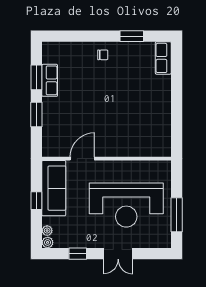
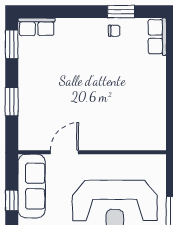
chair: (103, 55) -> (114, 31), moved
window: (36, 77) -> (12, 44), moved
row of seats: (50, 80) -> (37, 27), moved, turned 90

